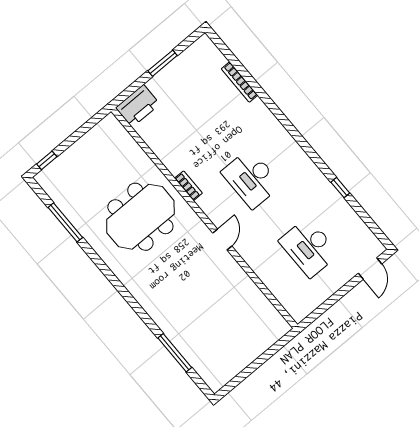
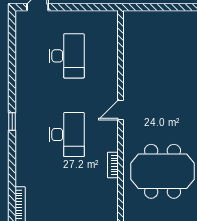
window: (340, 188) -> (12, 122), moved

